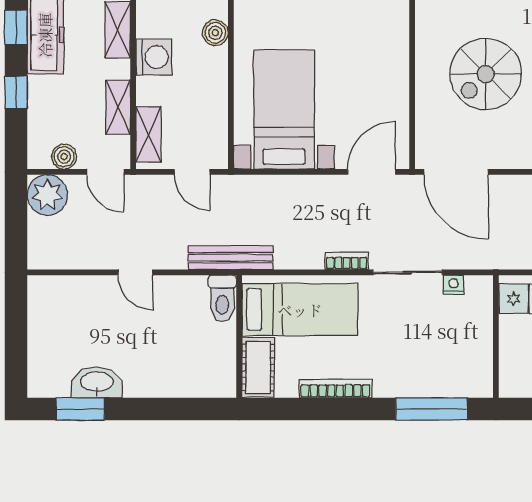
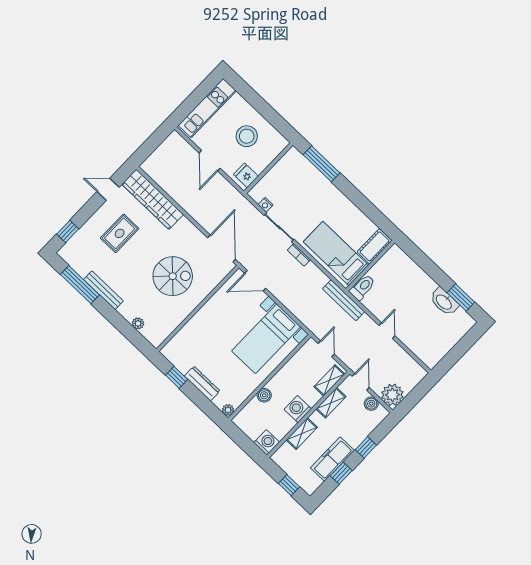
bookcase: (336, 389) -> (352, 208), removed

